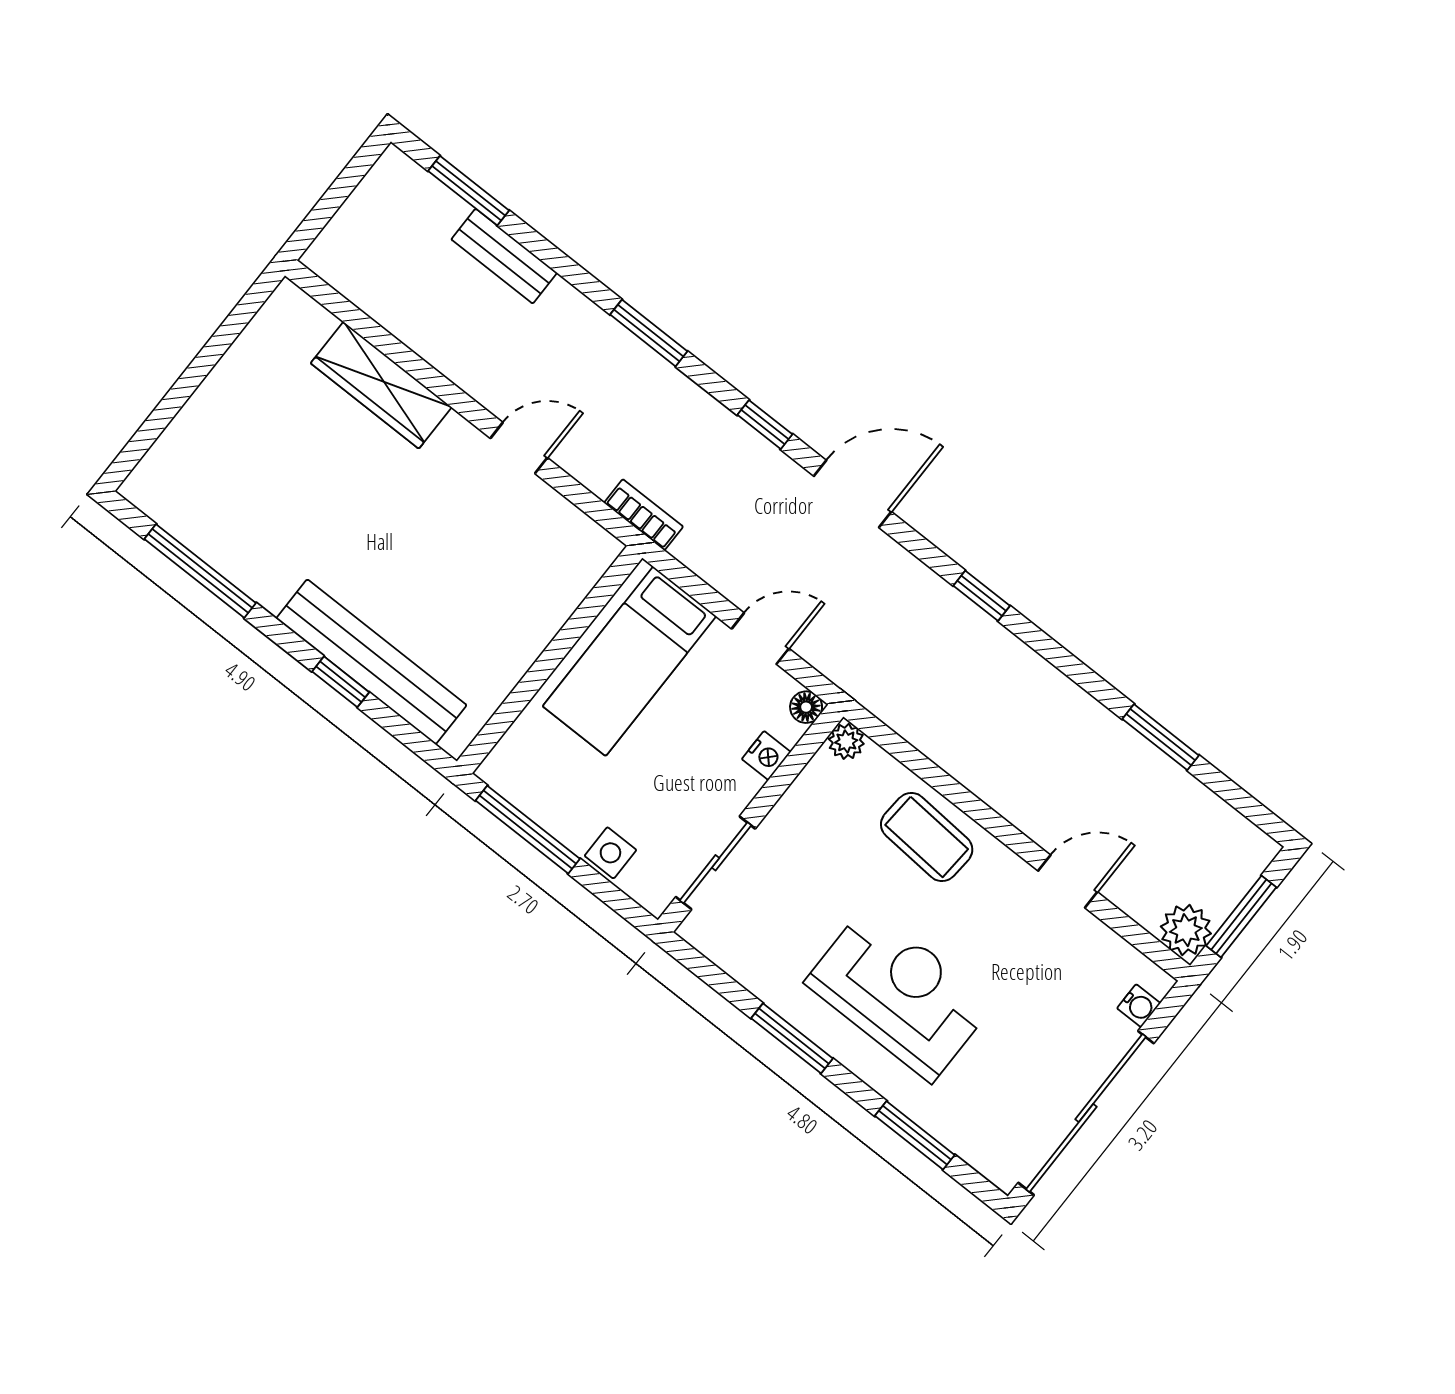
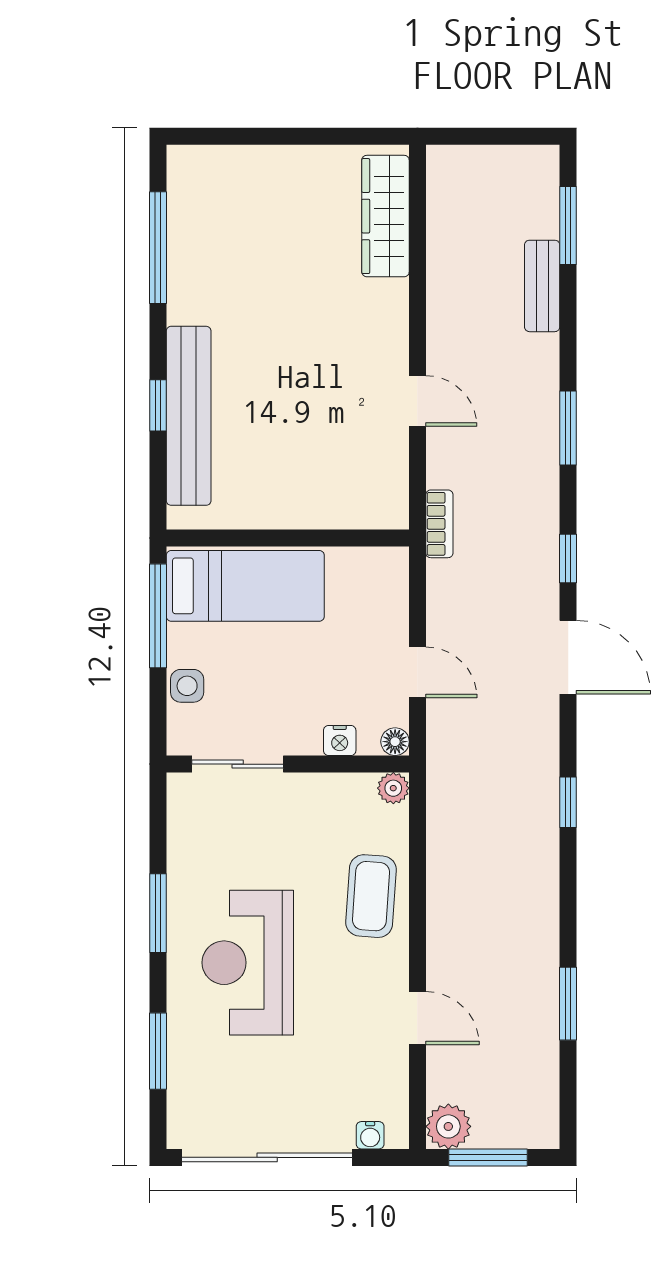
wardrobe: (381, 385) -> (386, 216), moved
bed: (629, 661) -> (245, 586), moved, turned 180
reception desk: (899, 993) -> (248, 963), turned 180

